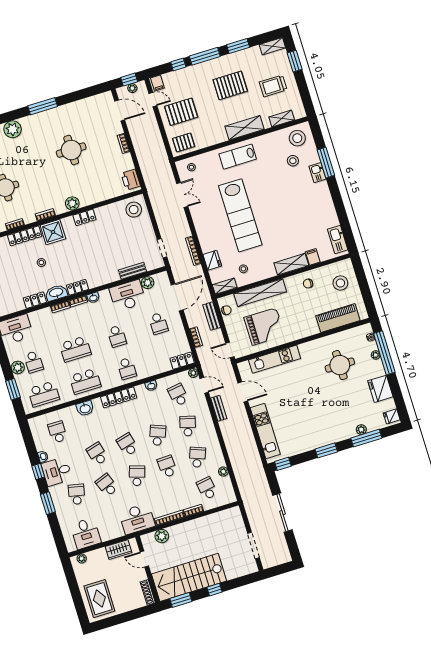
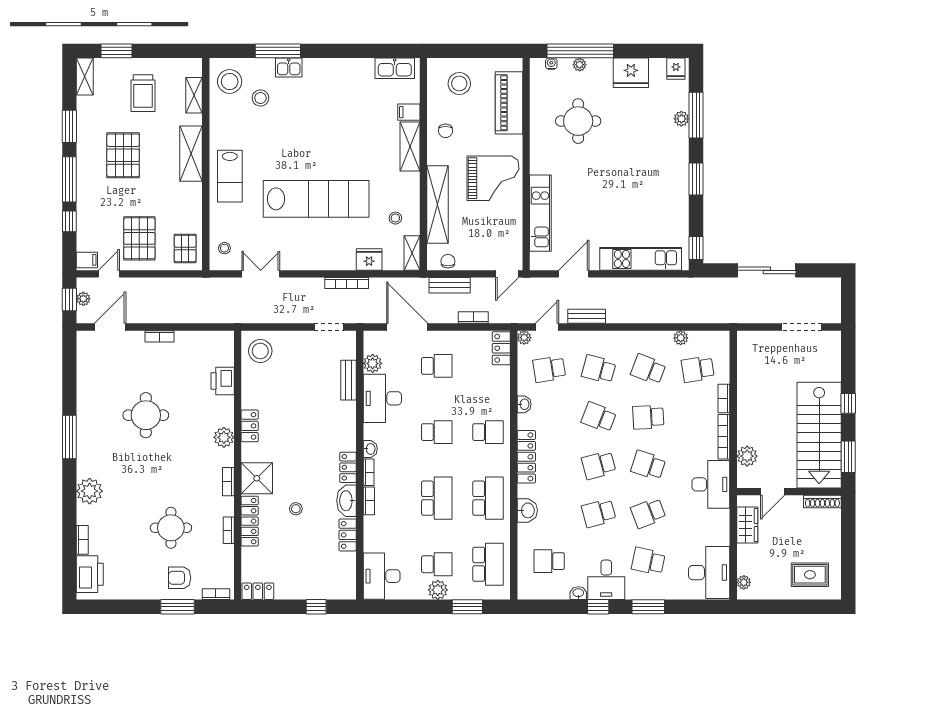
printer: (131, 180) -> (223, 381), moved, turned 90
grand piano: (264, 326) -> (493, 178), moved, turned 90
desk: (86, 533) -> (709, 573), width x1.37
rug: (99, 599) -> (810, 575), width x0.73, depth x0.70

